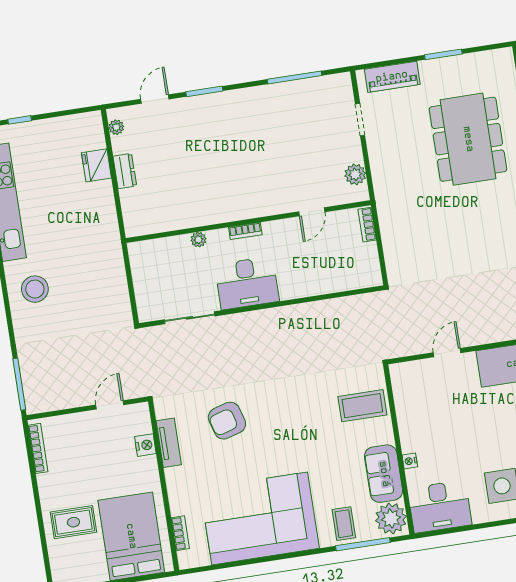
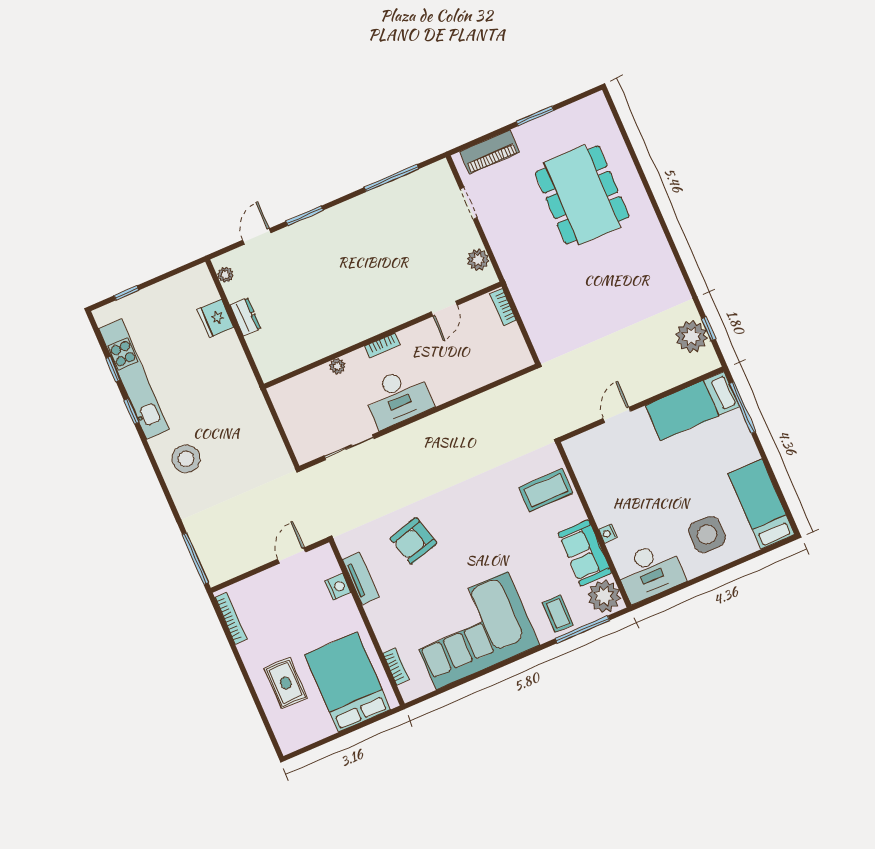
rug: (73, 522) -> (286, 683), turned 90

